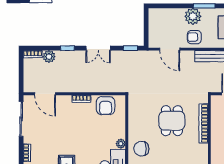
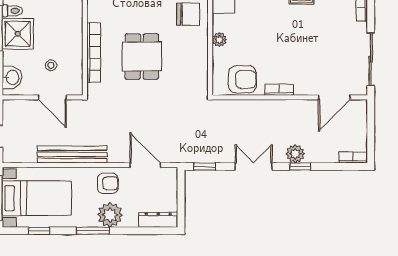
dresser: (161, 13) -> (158, 220), added
plant: (49, 57) -> (295, 154), moved
door: (45, 94) -> (334, 97), swing flipped
armchair: (106, 106) -> (242, 79), turned 90
plant: (121, 144) -> (219, 40), moved

